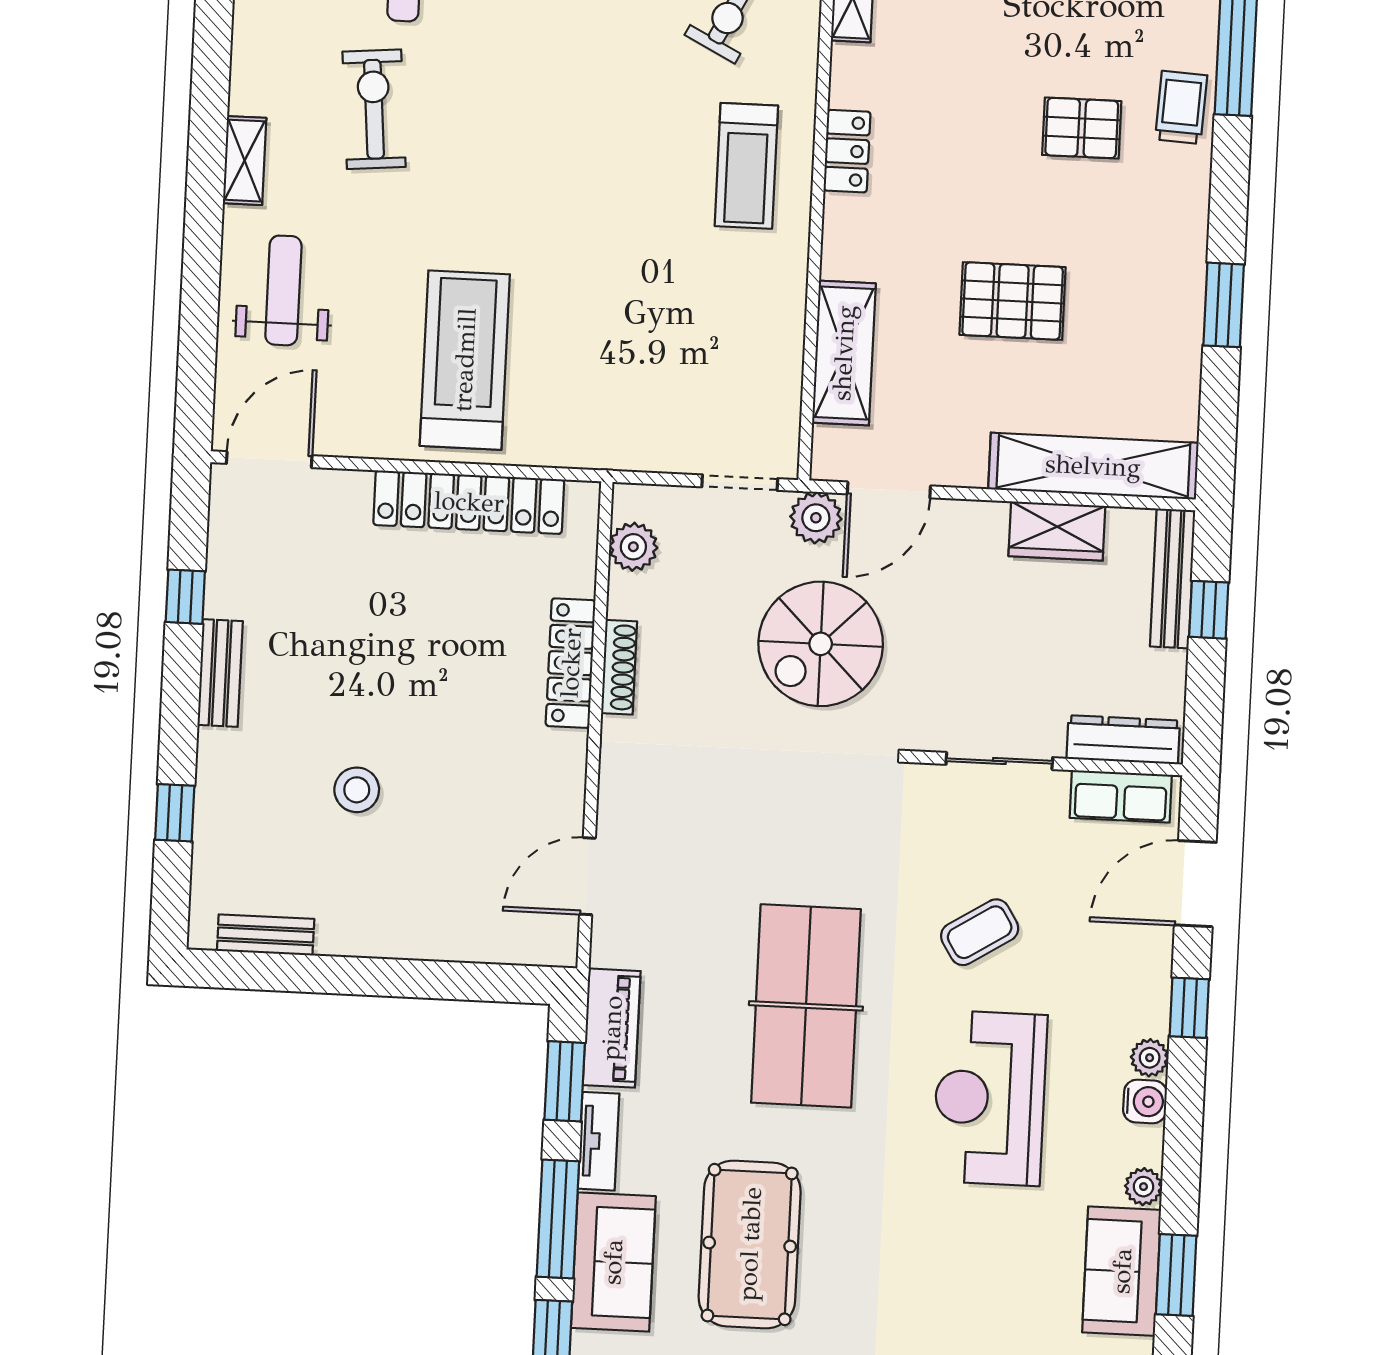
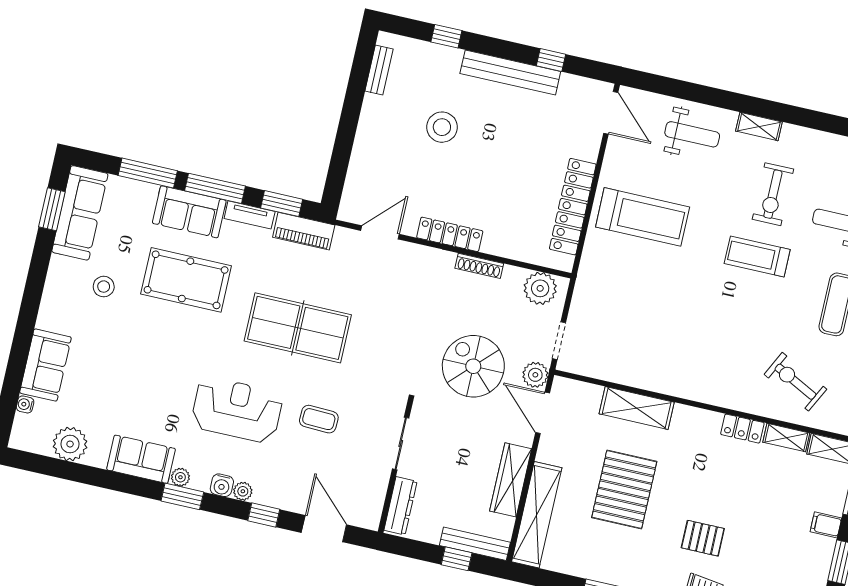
exercise bike: (374, 109) -> (773, 194), turned 95
pallet: (1082, 128) -> (703, 538), turned 90
locker: (847, 151) -> (742, 429), moved
treadmill: (746, 166) -> (757, 256), moved
pallet: (1013, 301) -> (624, 490), width x1.37, depth x1.41
shelving: (844, 353) -> (637, 408), moved
wardrobe: (1057, 531) -> (511, 480), width x1.50
plant: (633, 547) -> (540, 288), width x1.36, depth x1.36
locker: (571, 663) -> (450, 234), moved
bench: (220, 673) -> (510, 73), width x1.86, depth x1.21
stool: (357, 790) -> (442, 127), width x1.38, depth x1.38
row of seats: (1121, 796) -> (373, 500), removed
door: (587, 876) -> (380, 232), hinge flipped
coffee table: (980, 932) -> (319, 419), turned -56
window: (1176, 1275) -> (182, 496), moved

